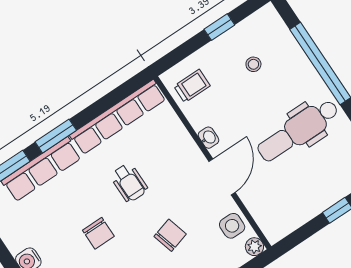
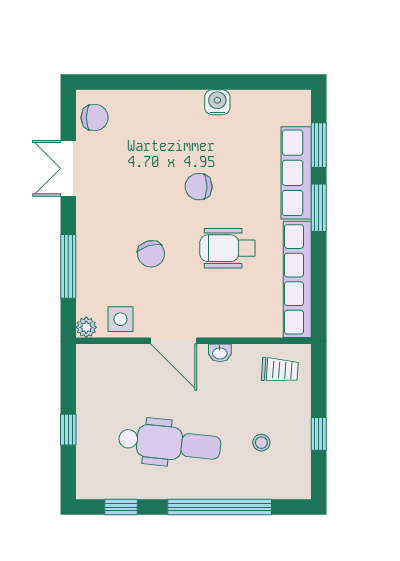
trolley: (192, 86) -> (280, 370), turned -86
dental chair: (298, 130) -> (170, 443), turned 96
wheelchair: (129, 183) -> (227, 248), width x1.36, depth x1.37

